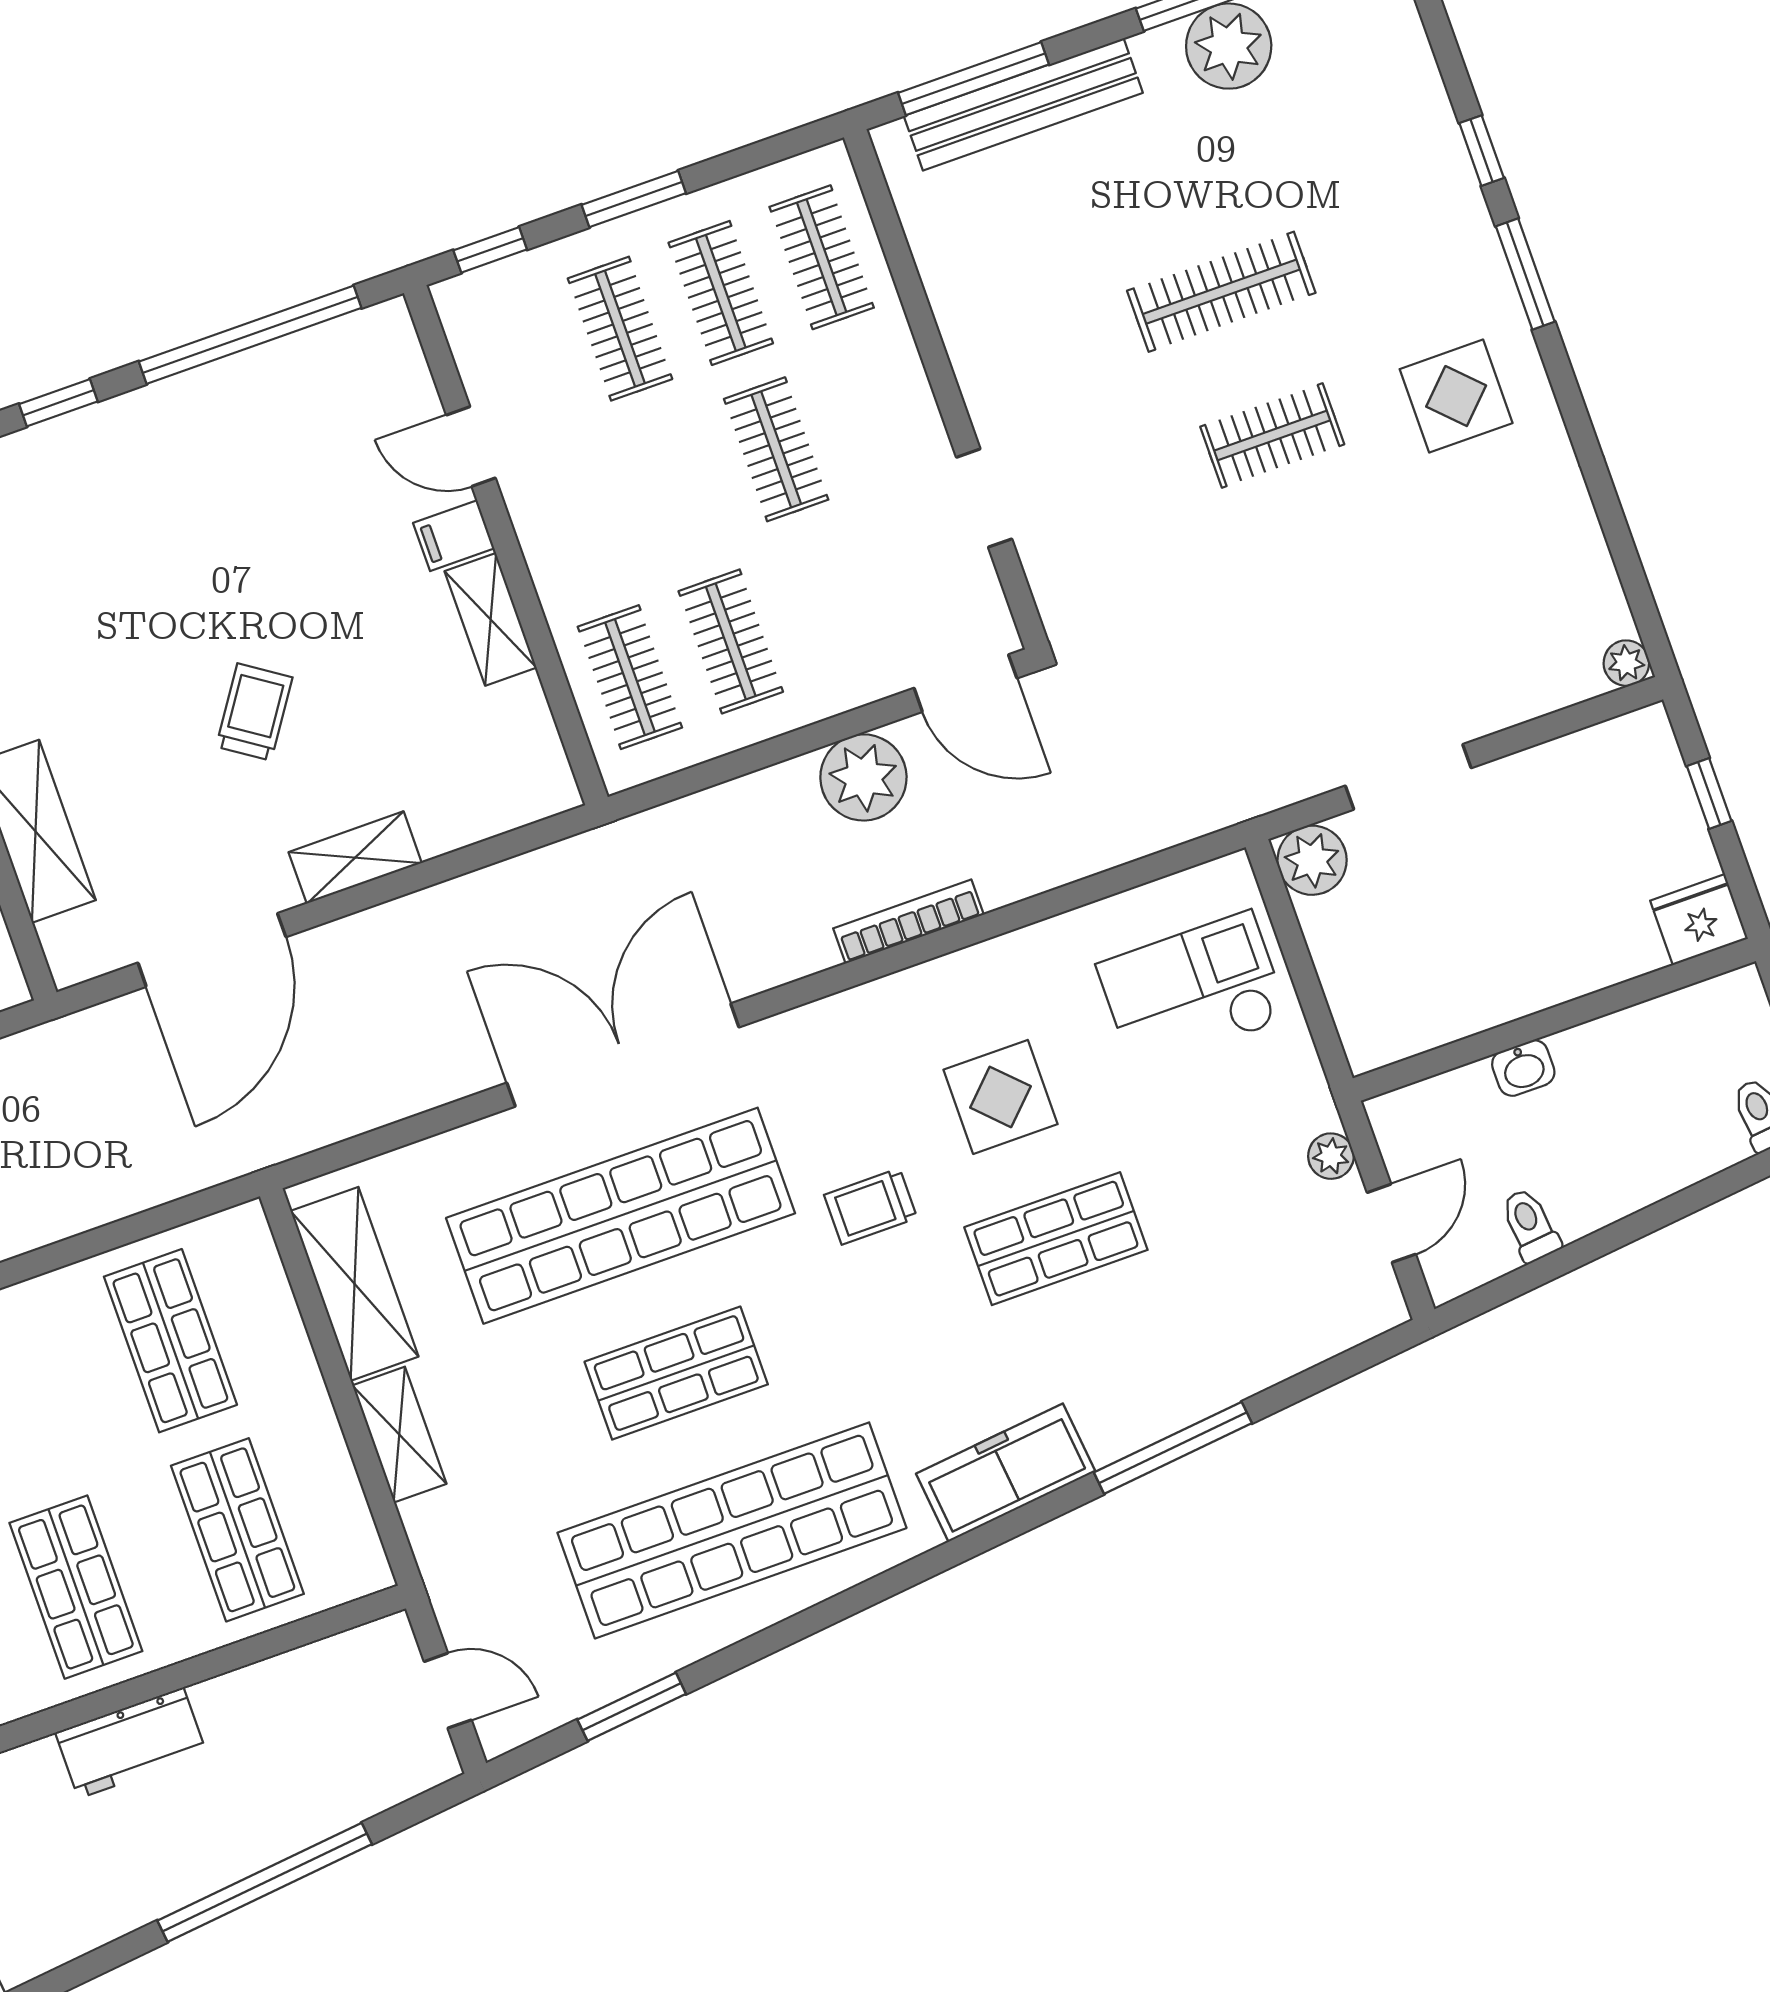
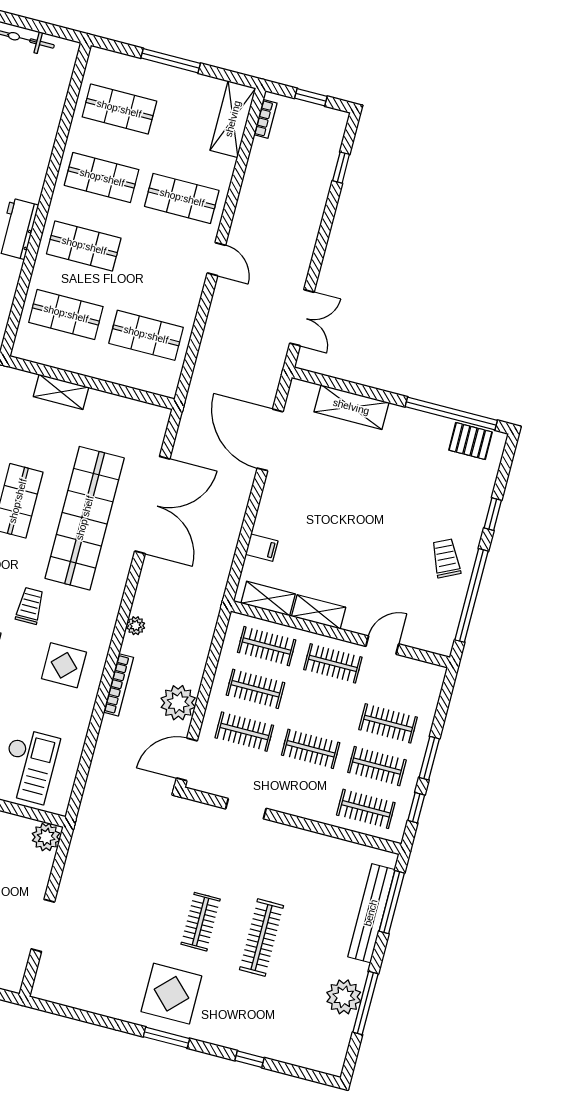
window: (490, 250) -> (416, 808), moved
window: (1525, 274) -> (166, 1038), moved
display table: (1456, 396) -> (171, 994), width x1.36, depth x1.36
clothes rail: (575, 521) -> (333, 663), added
filing cabinet: (454, 536) -> (262, 548), moved, turned 90
clothes rail: (832, 606) -> (244, 732), added
plant: (1626, 663) -> (136, 626), moved
trolley: (254, 712) -> (446, 558), moved, turned -150
doorway: (1408, 777) -> (43, 926), moved
shelving: (355, 858) -> (268, 599), moved, turned 90
double door: (623, 1055) -> (152, 505), moved
display table: (1000, 1097) -> (64, 665), moved
shelving: (355, 1284) -> (123, 411), removed

